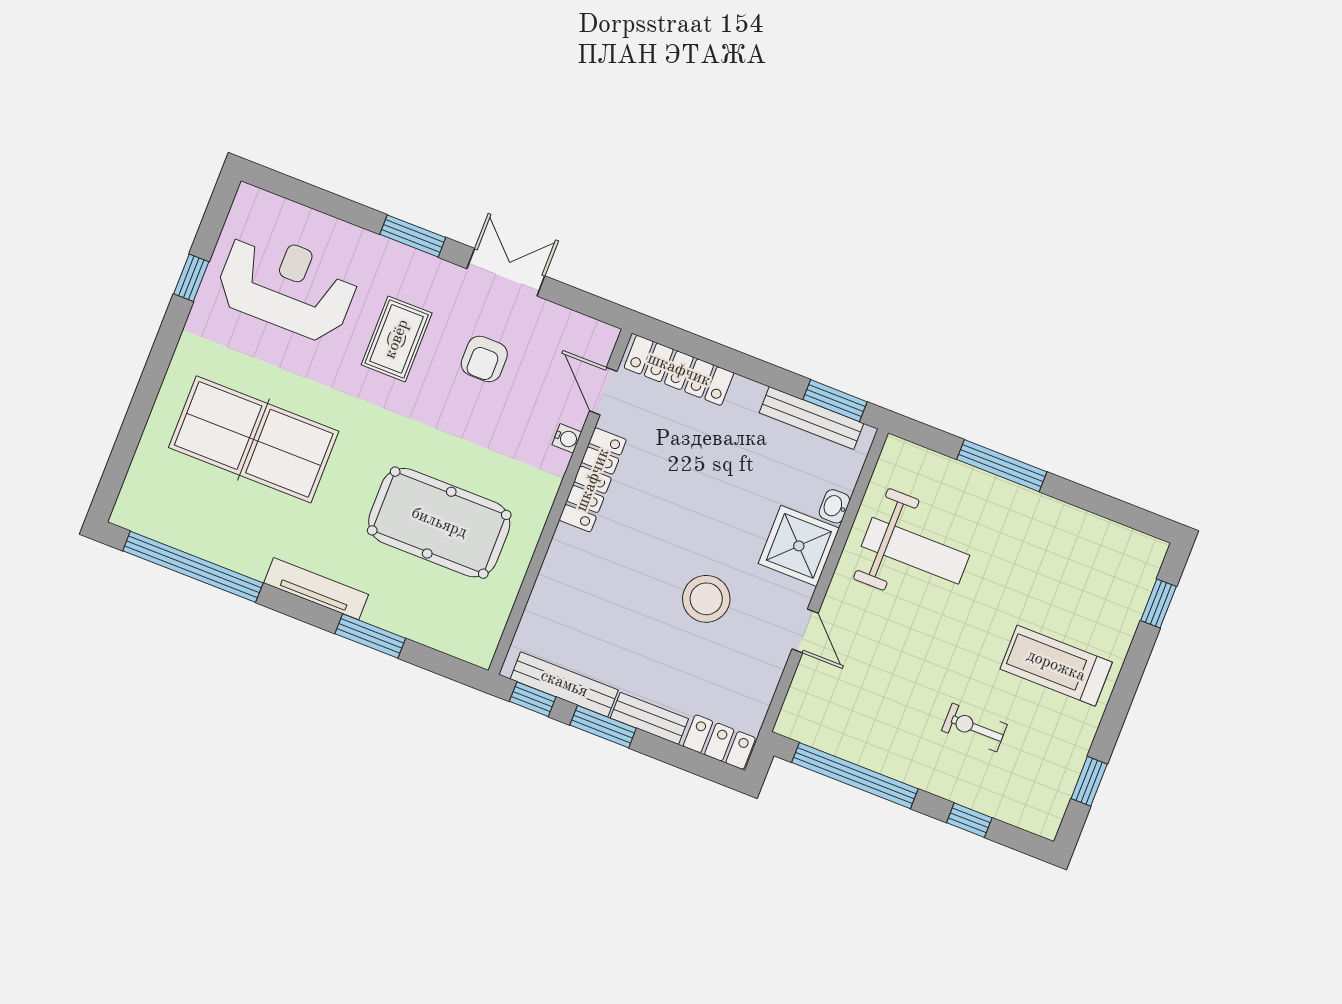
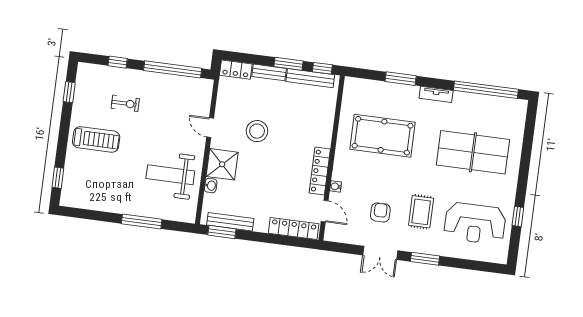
tv unit: (316, 589) -> (436, 94), width x0.71

